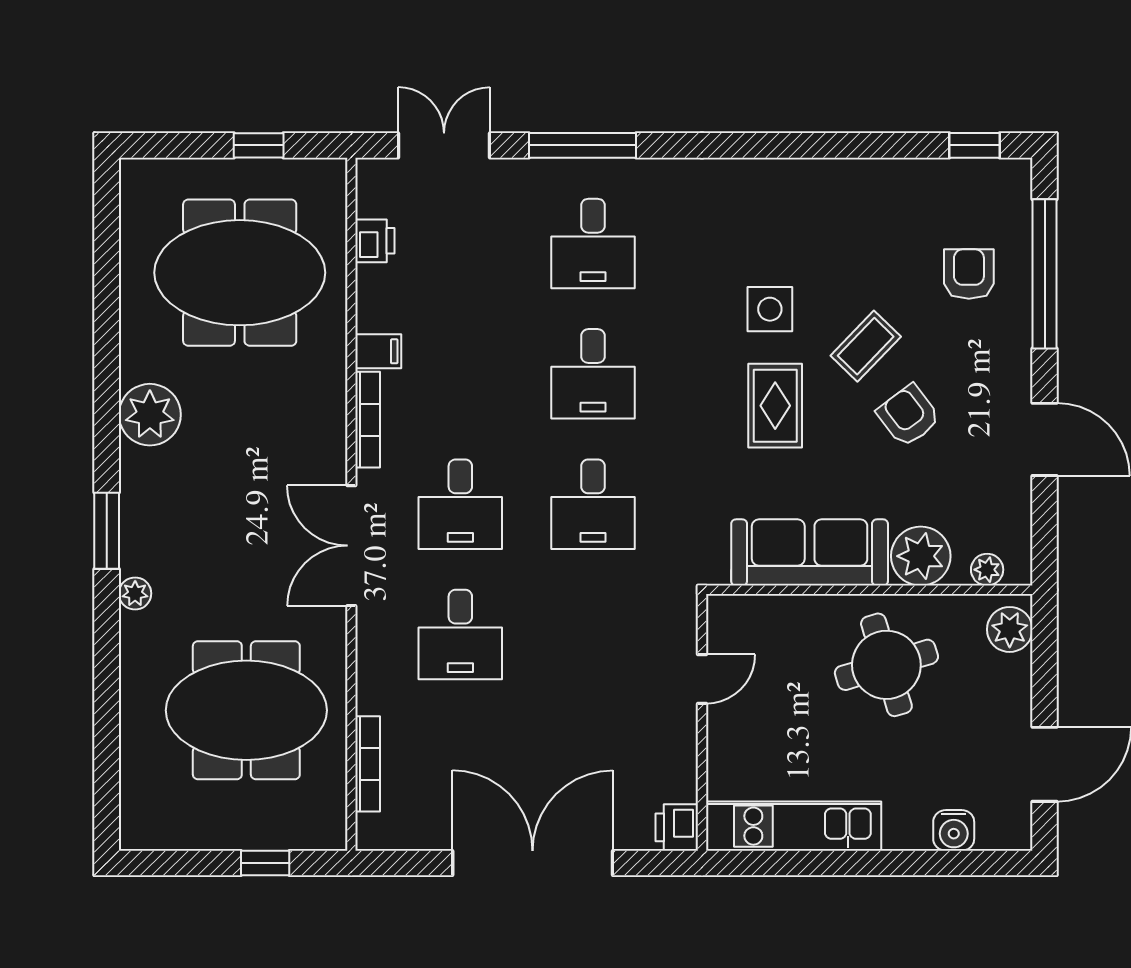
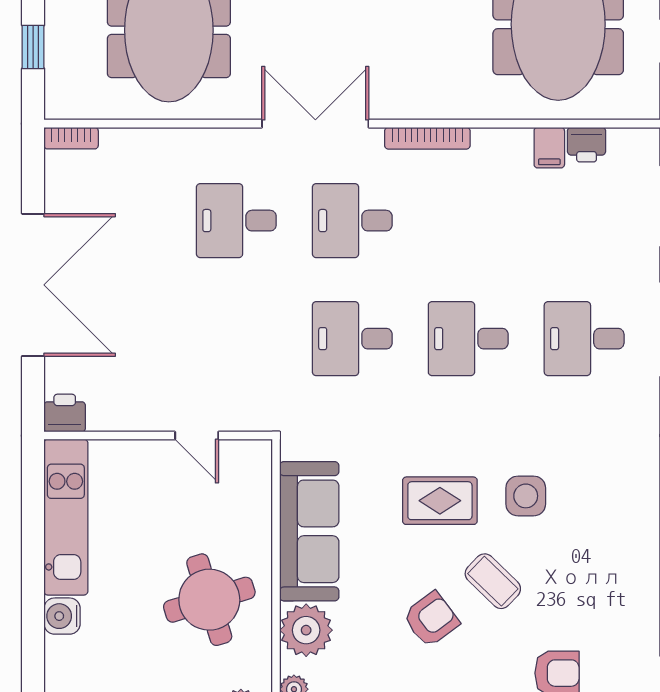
filing cabinet: (378, 351) -> (549, 148), moved
bookcase: (368, 764) -> (71, 138), moved, width x0.64
water cooler: (954, 830) -> (62, 616), moved

